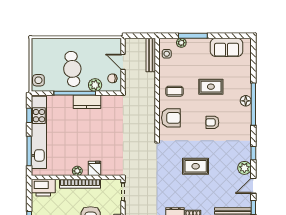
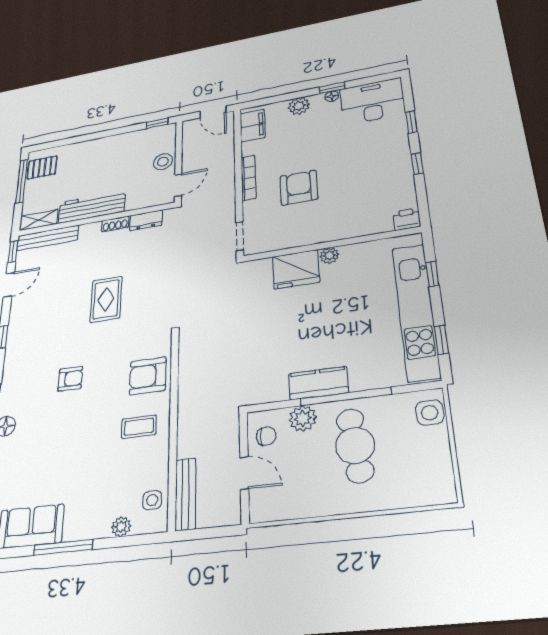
window: (193, 36) -> (63, 547), moved
rug: (211, 87) -> (68, 444), removed
window: (29, 151) -> (432, 274), width x0.46
rug: (196, 166) -> (106, 299), turned 90
fridge: (94, 168) -> (296, 269), width x1.88, depth x1.34
plant: (244, 168) -> (21, 310), removed
bookcase: (80, 184) -> (322, 235), removed
printer: (43, 188) -> (407, 219), width x0.53, depth x0.68

